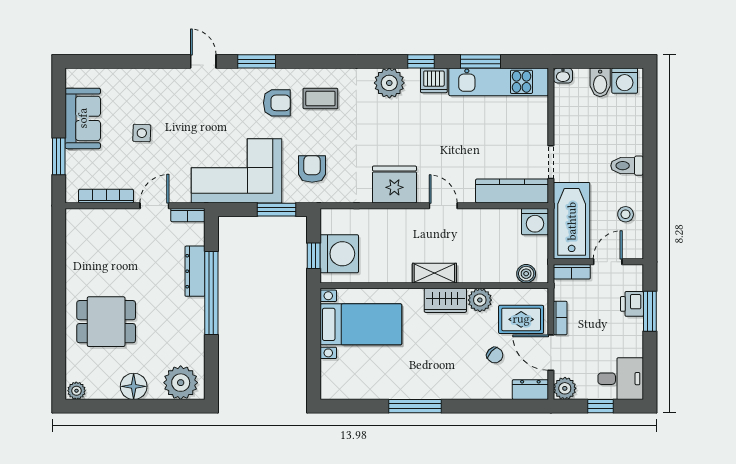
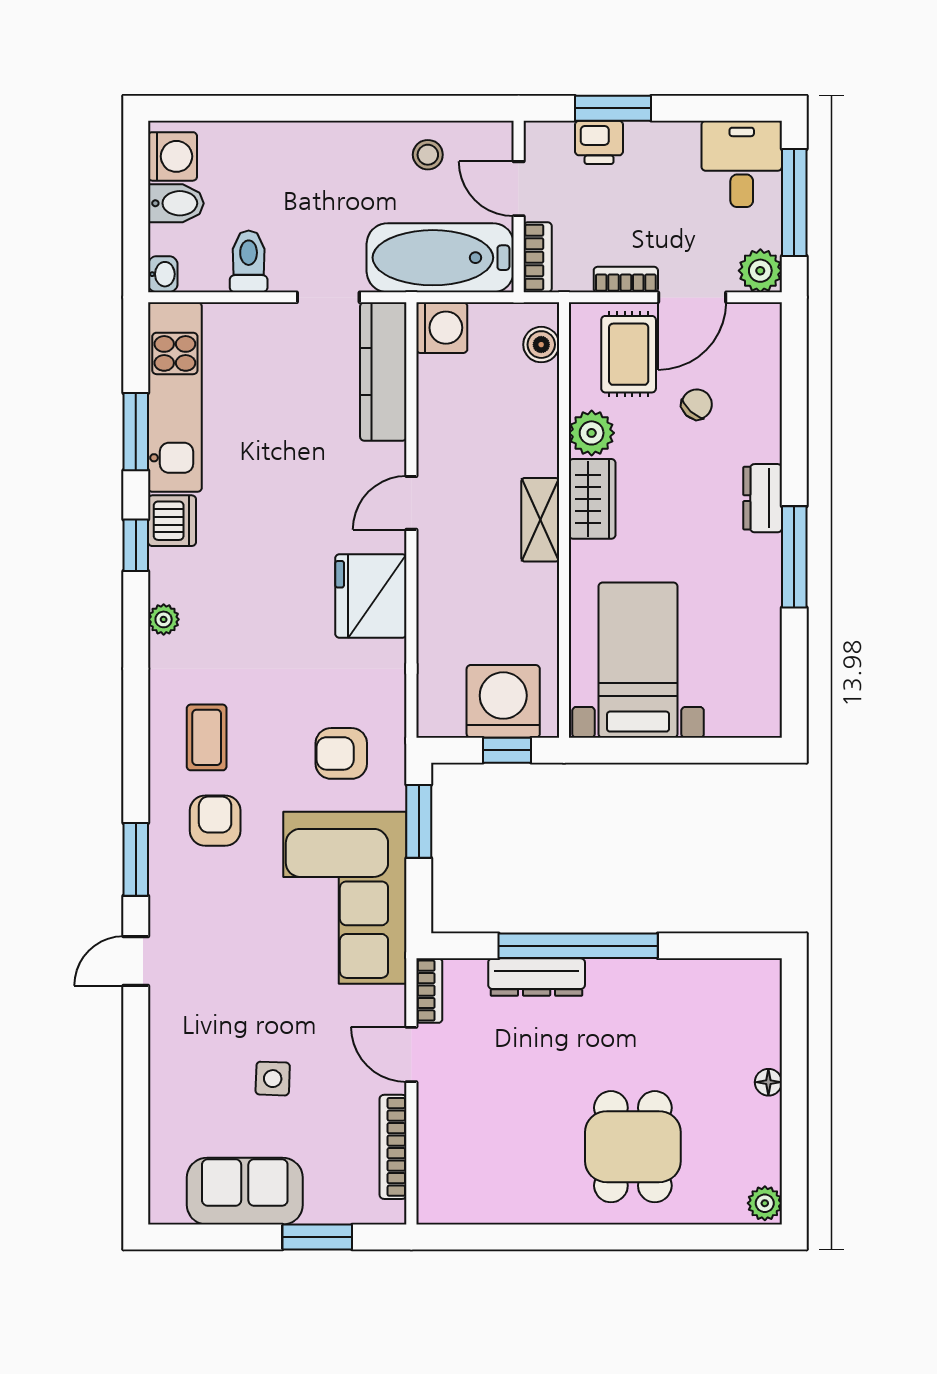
plant: (389, 83) -> (164, 619), width x0.53, depth x0.53
toilet: (627, 166) -> (249, 261), moved, turned 180
plant: (181, 383) -> (749, 1004), removed
floor lamp: (134, 386) -> (768, 1082), width x0.53, depth x0.53
dresser: (530, 390) -> (763, 498), moved
window: (601, 406) -> (794, 203), width x2.17

